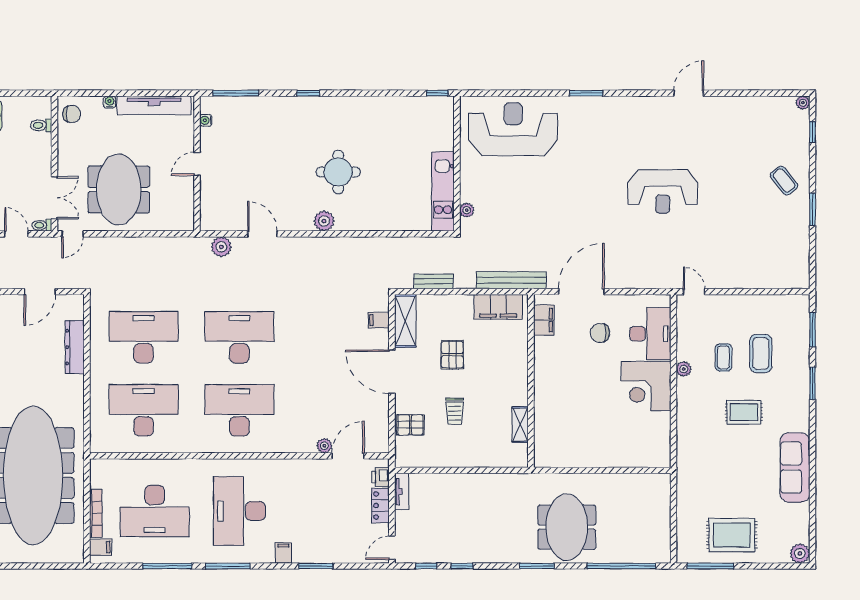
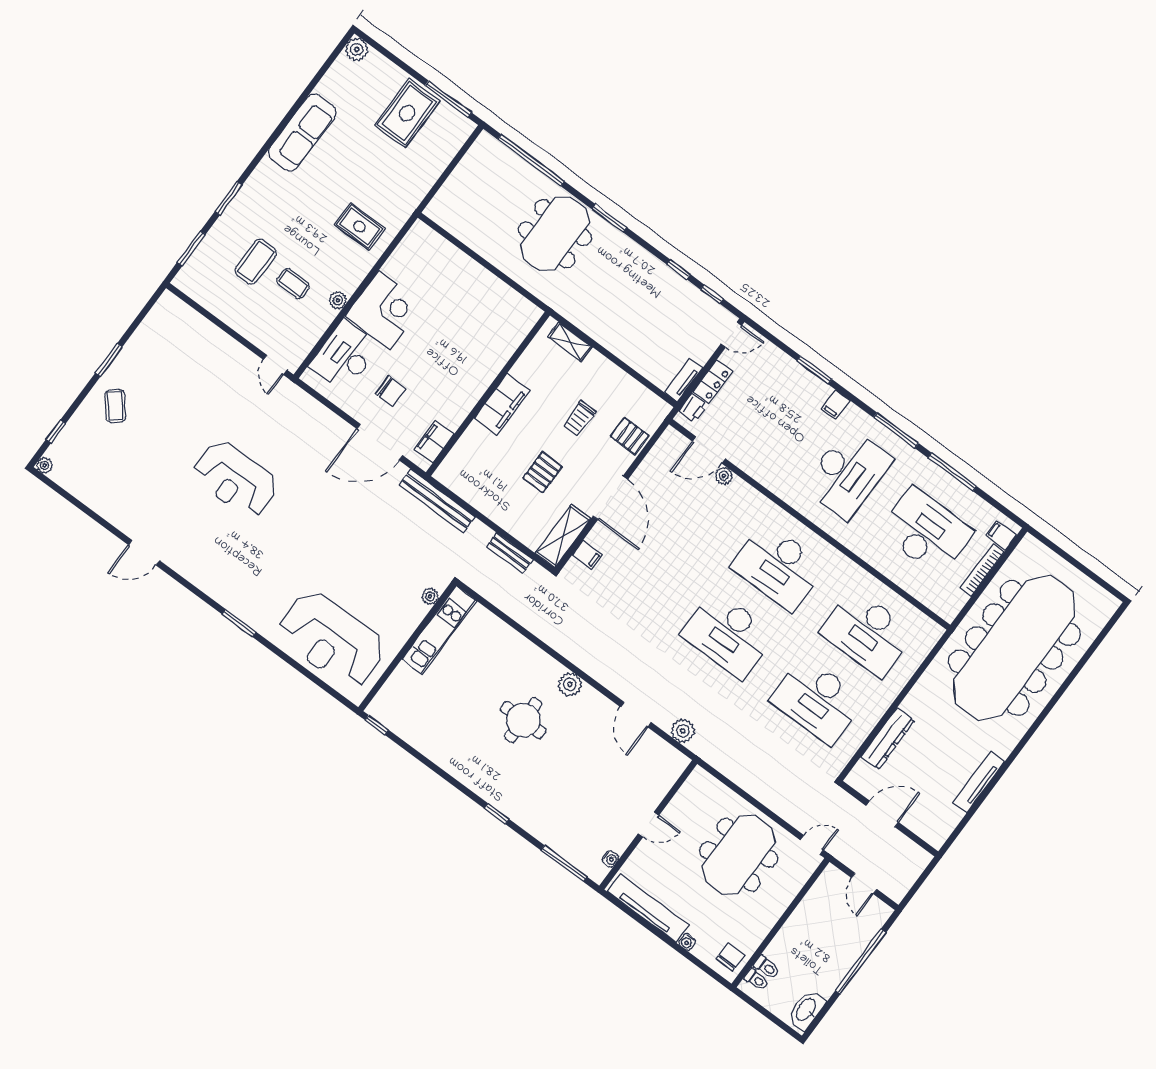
chair: (72, 114) -> (730, 957), turned 90
reception desk: (663, 191) -> (235, 479), turned 180
double door: (54, 198) -> (804, 891), removed
toilet: (42, 225) -> (756, 980), moved
filing cabinet: (498, 307) -> (502, 404), moved, turned 90
coffee table: (723, 357) -> (293, 284), turned 90
trolley: (455, 411) -> (579, 418), turned 180
rug: (744, 412) -> (360, 227), moved
shelving: (520, 425) -> (570, 342), moved, turned 90
rug: (732, 535) -> (407, 113), turned 90

